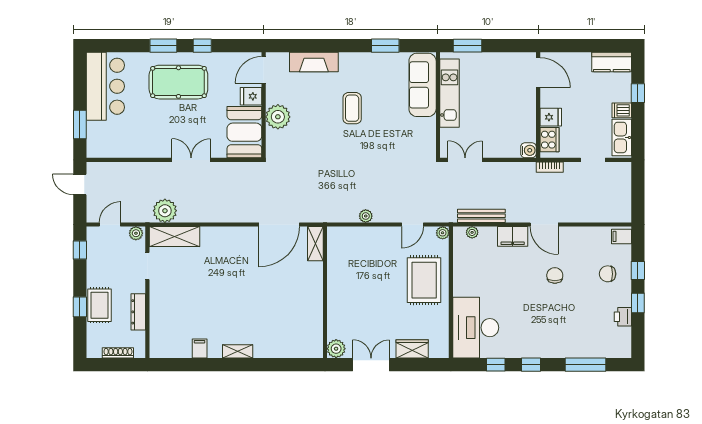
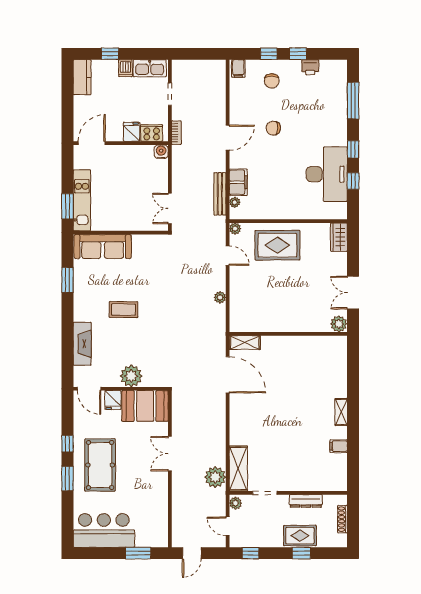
kitchen unit: (450, 93) -> (82, 200), moved, turned 90
filing cabinet: (513, 236) -> (238, 182), moved
desk: (476, 328) -> (327, 174), moved, turned -90
wardrobe: (412, 349) -> (339, 237), moved

